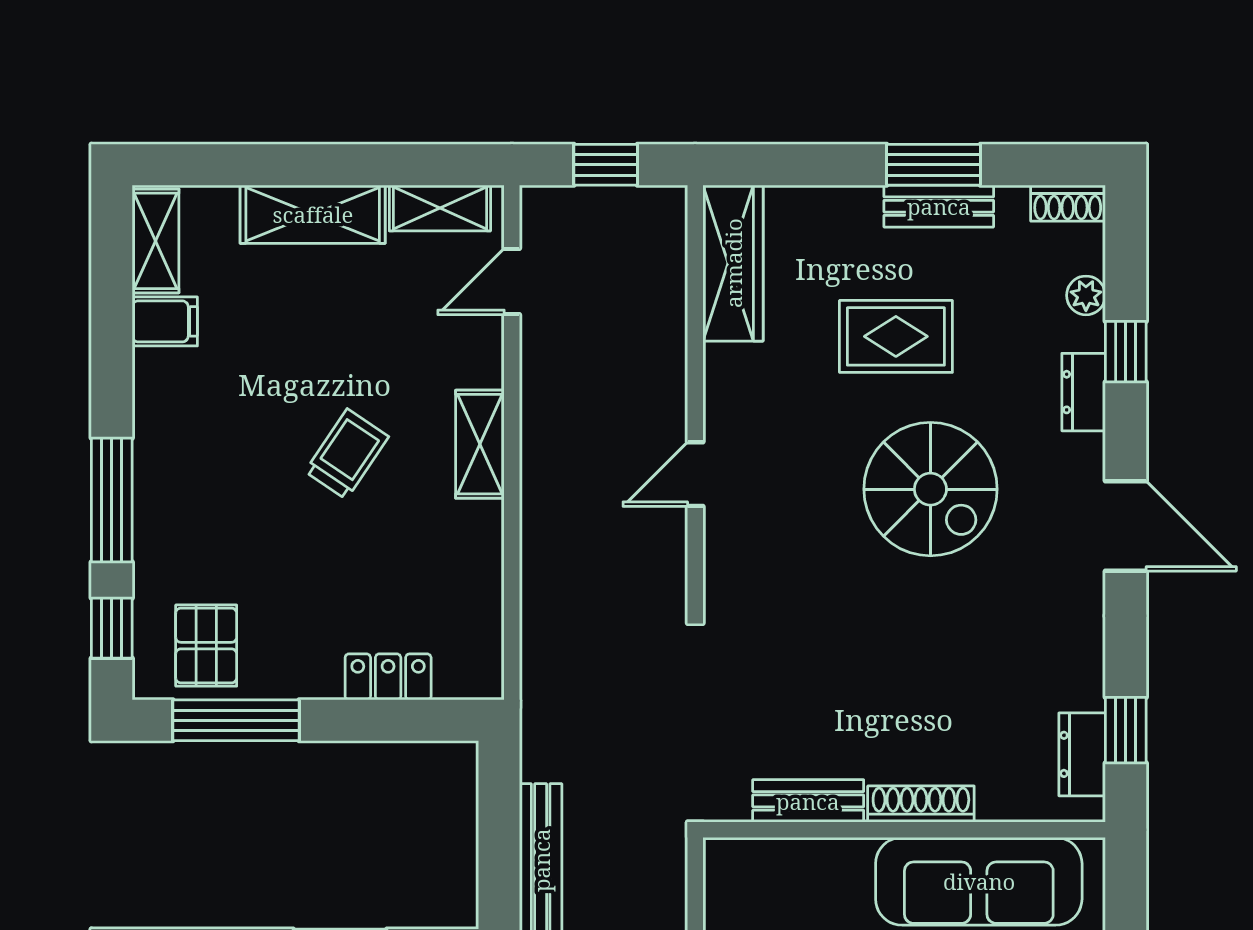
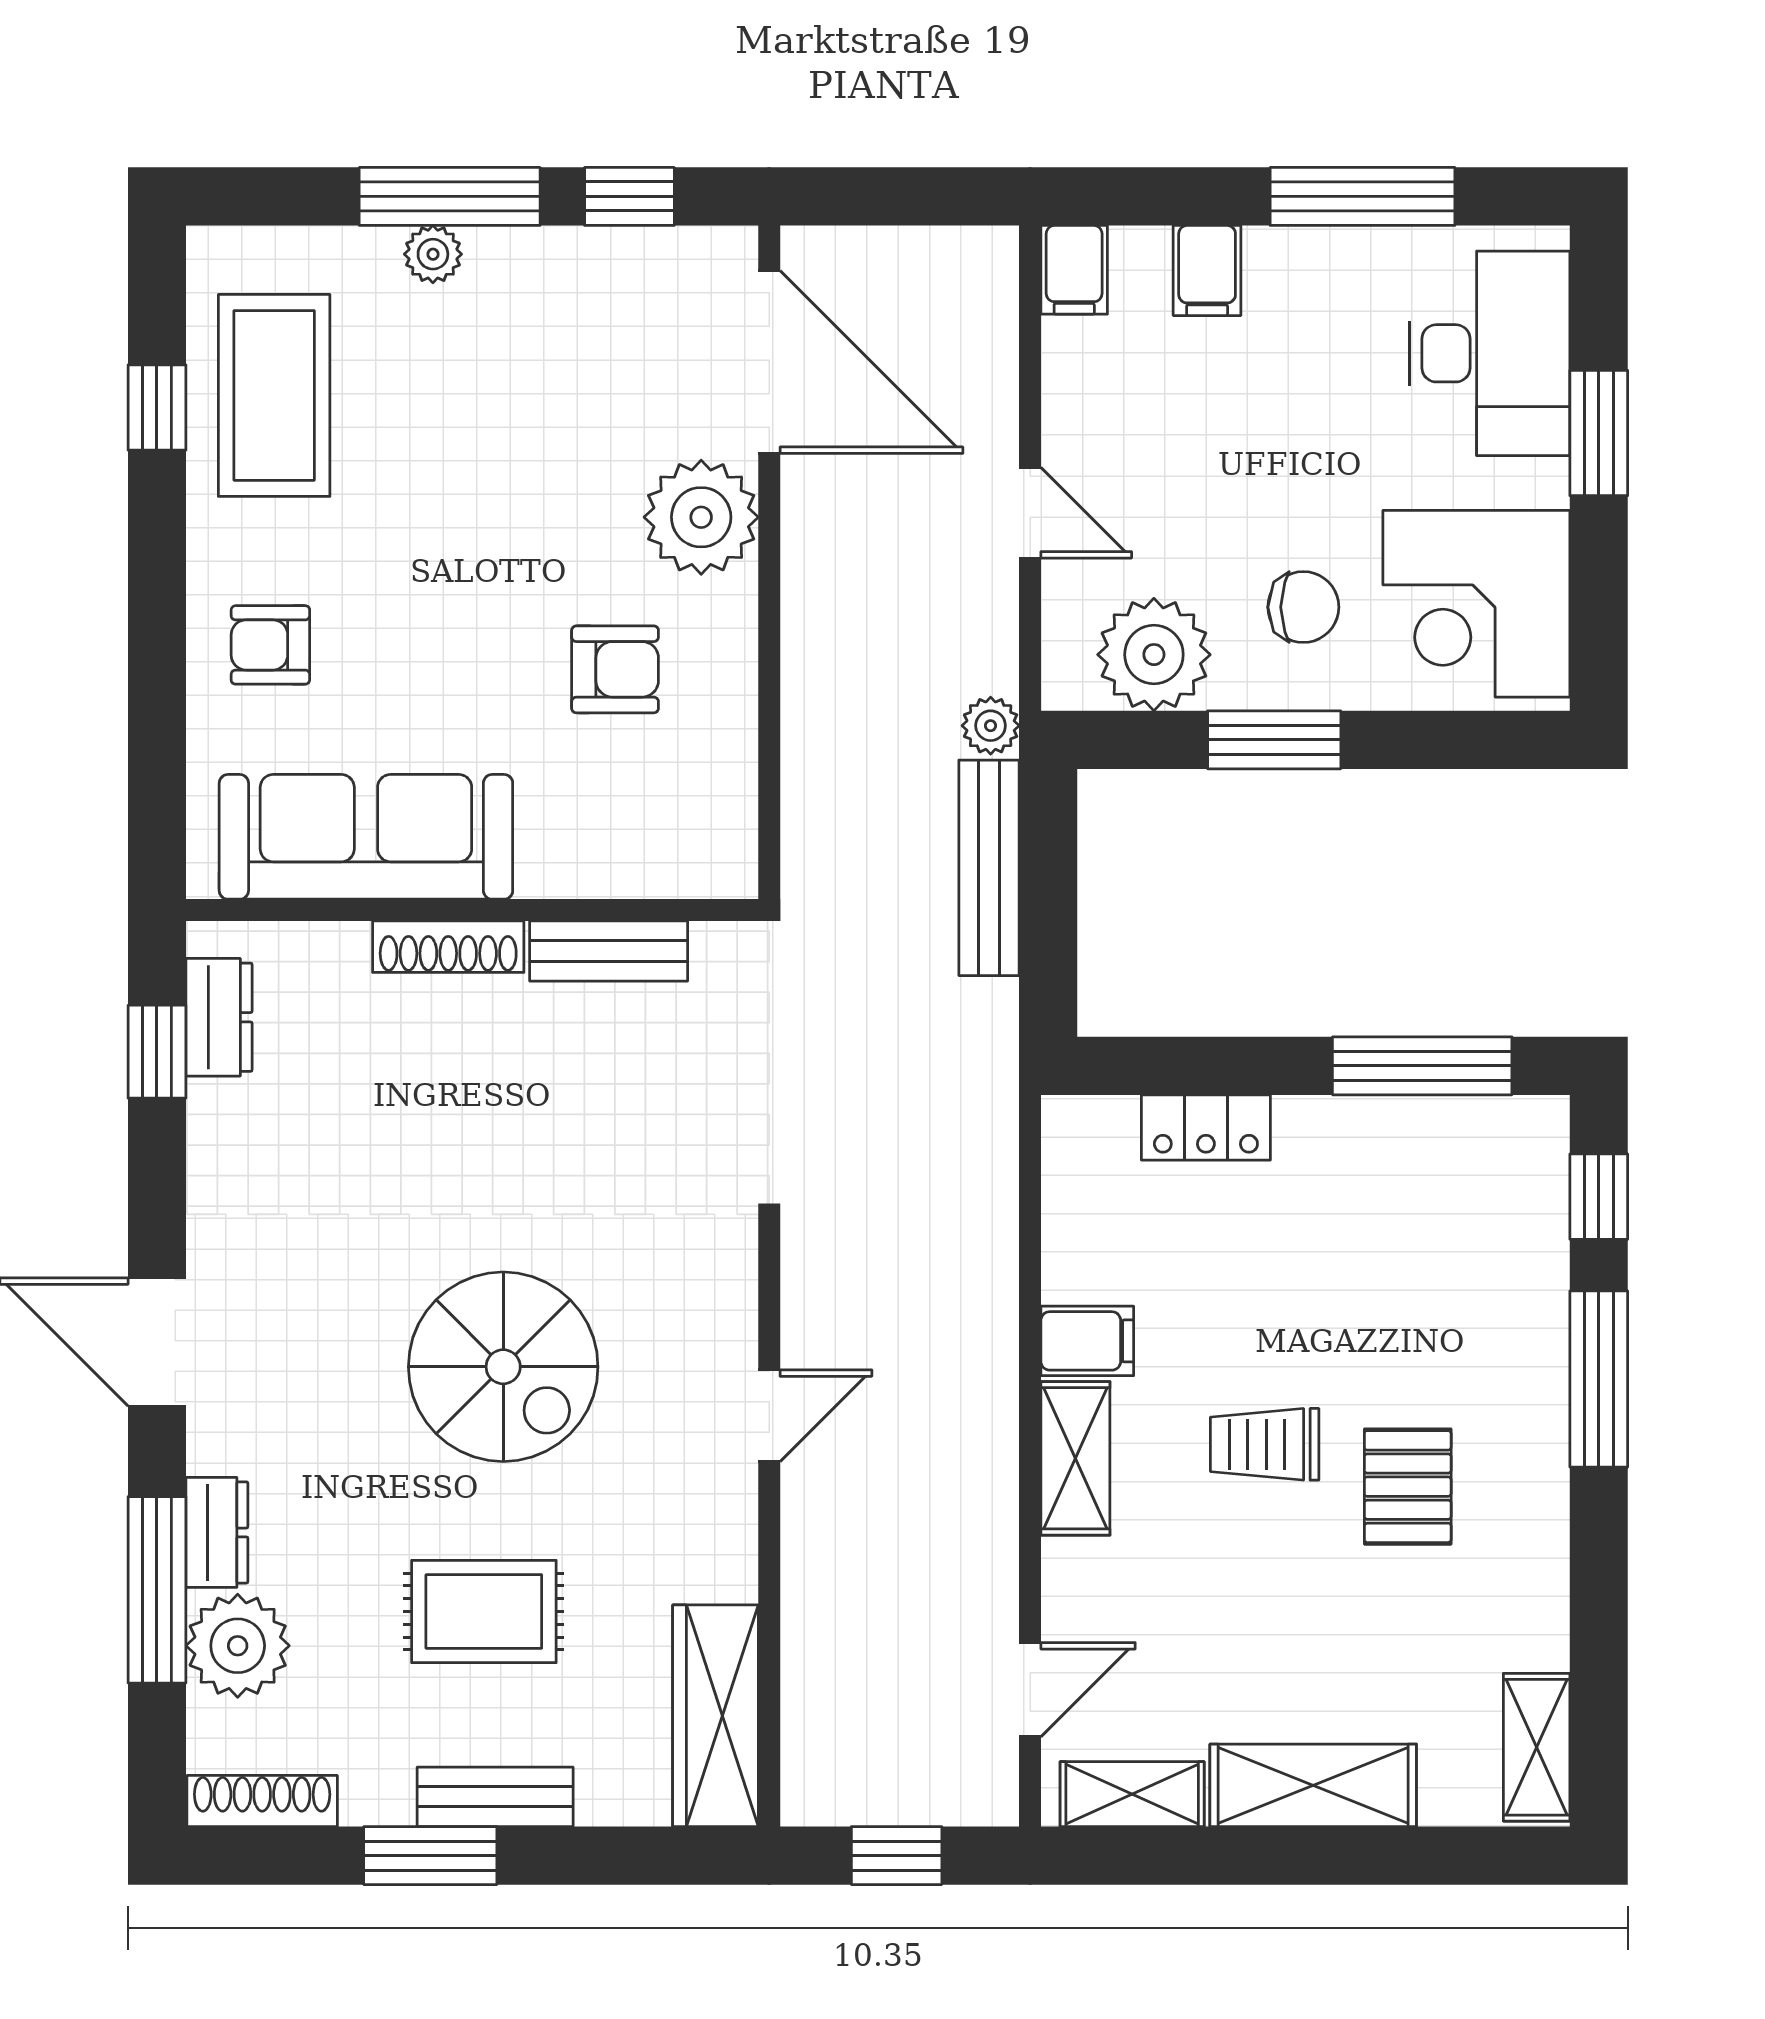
shoe rack: (1068, 203) -> (262, 1801), width x1.43
bench: (939, 206) -> (495, 1797), moved
plant: (1086, 295) -> (238, 1646), width x1.88, depth x1.88
filing cabinet: (165, 321) -> (1087, 1341), moved, turned 180
window: (1126, 352) -> (157, 1590), width x2.17
trolley: (347, 454) -> (1265, 1444), turned 56
spiral stairs: (930, 489) -> (503, 1367), moved, turned 180
pallet: (206, 646) -> (1408, 1487), moved

